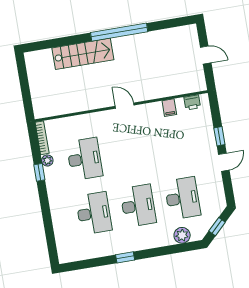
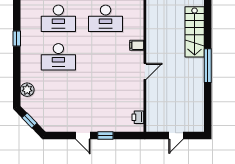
window: (119, 32) -> (208, 66), width x0.68
door: (125, 106) -> (145, 71), moved
filing cabinet: (169, 108) -> (137, 45), moved
desk: (182, 198) -> (58, 95), removed

